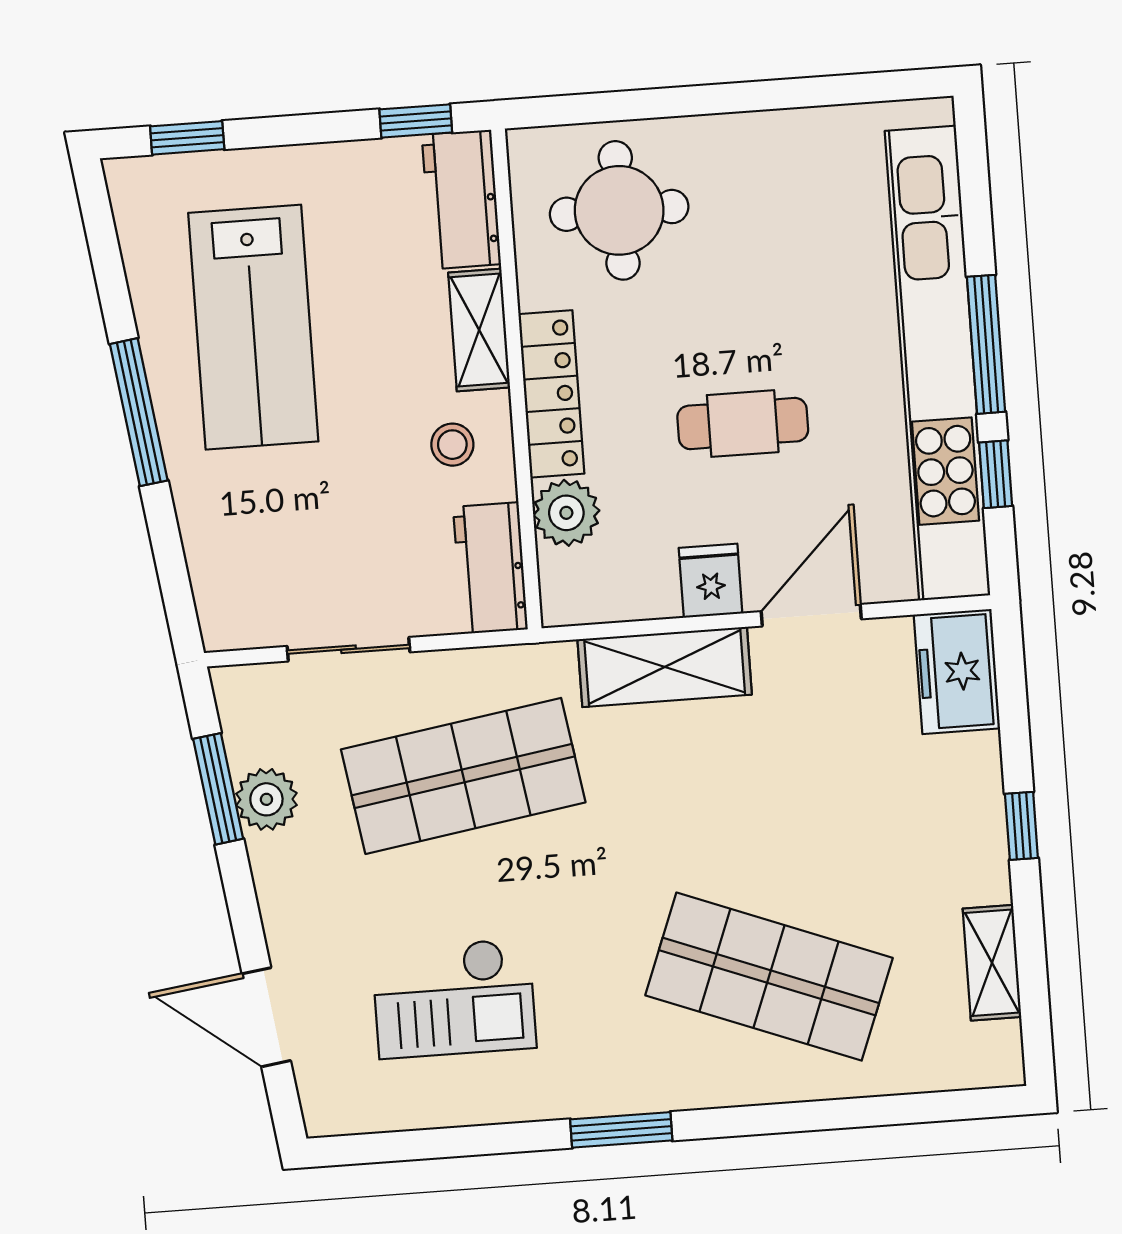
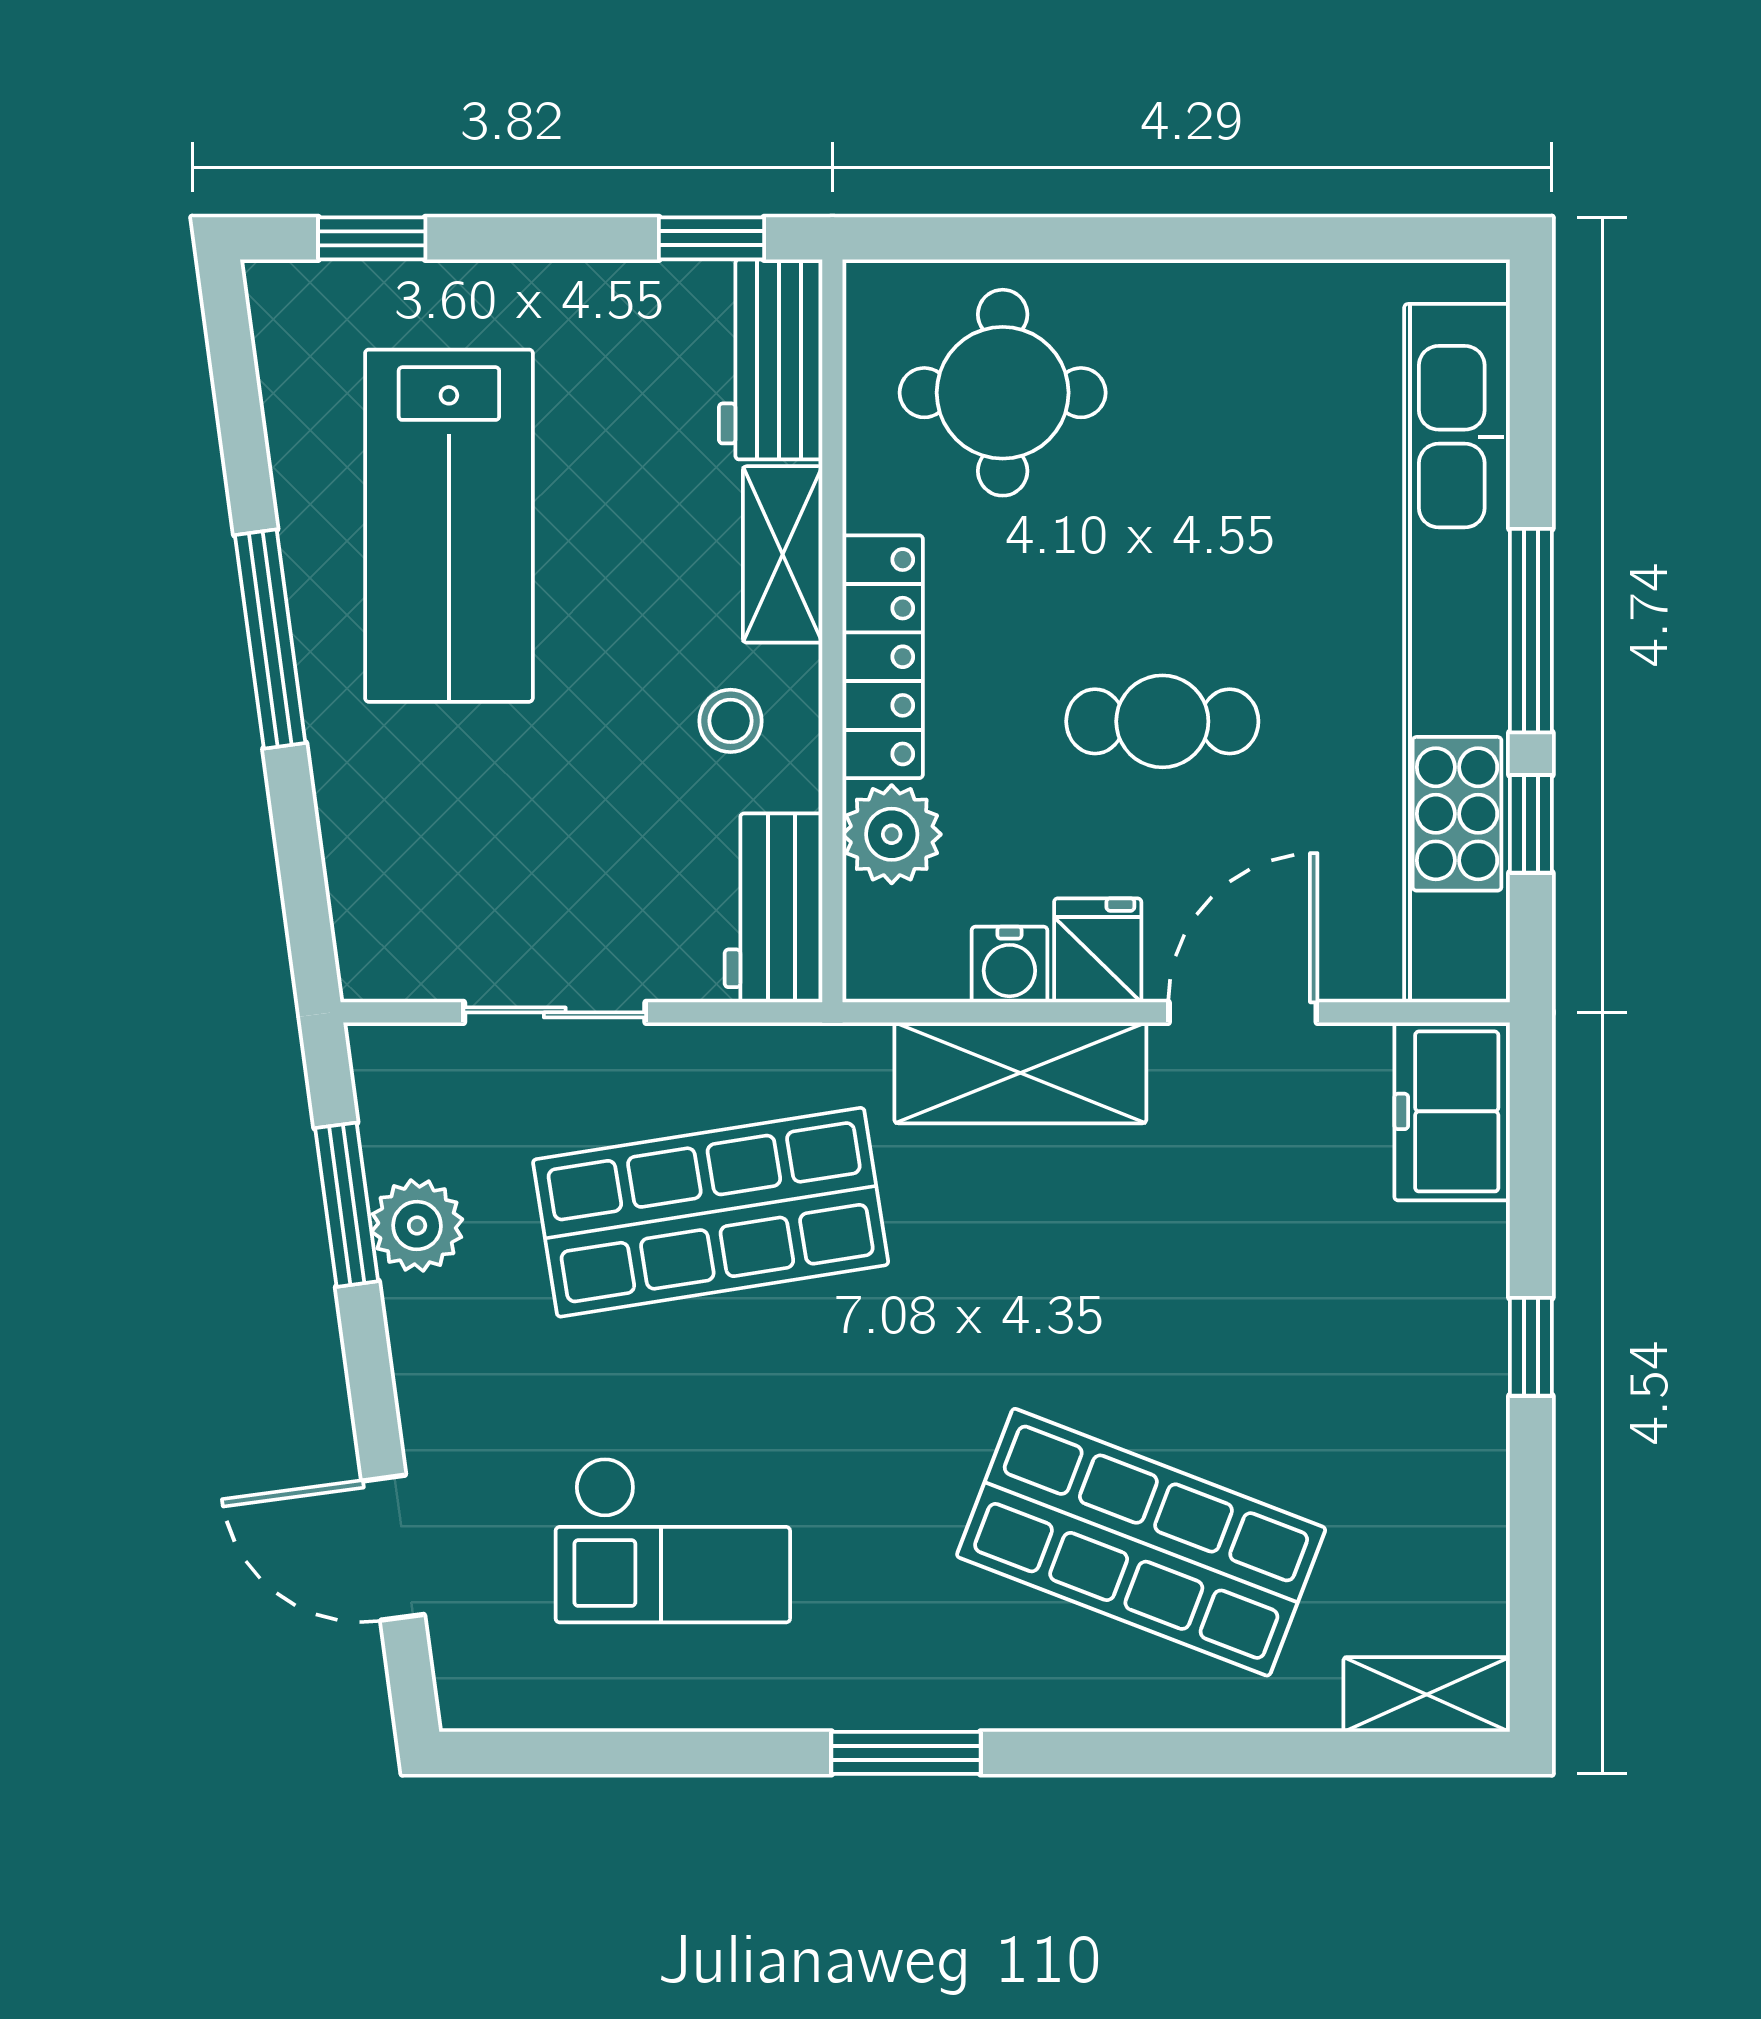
water cooler: (652, 595) -> (1009, 964), added
shelving: (992, 963) -> (1427, 1694), moved, turned 90

